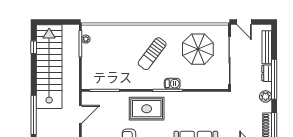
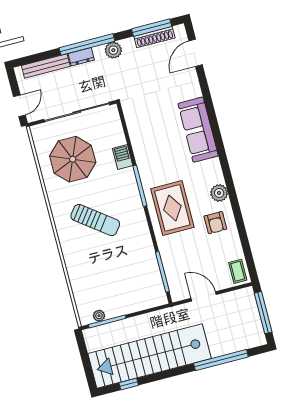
barbecue: (172, 84) -> (123, 157), moved

